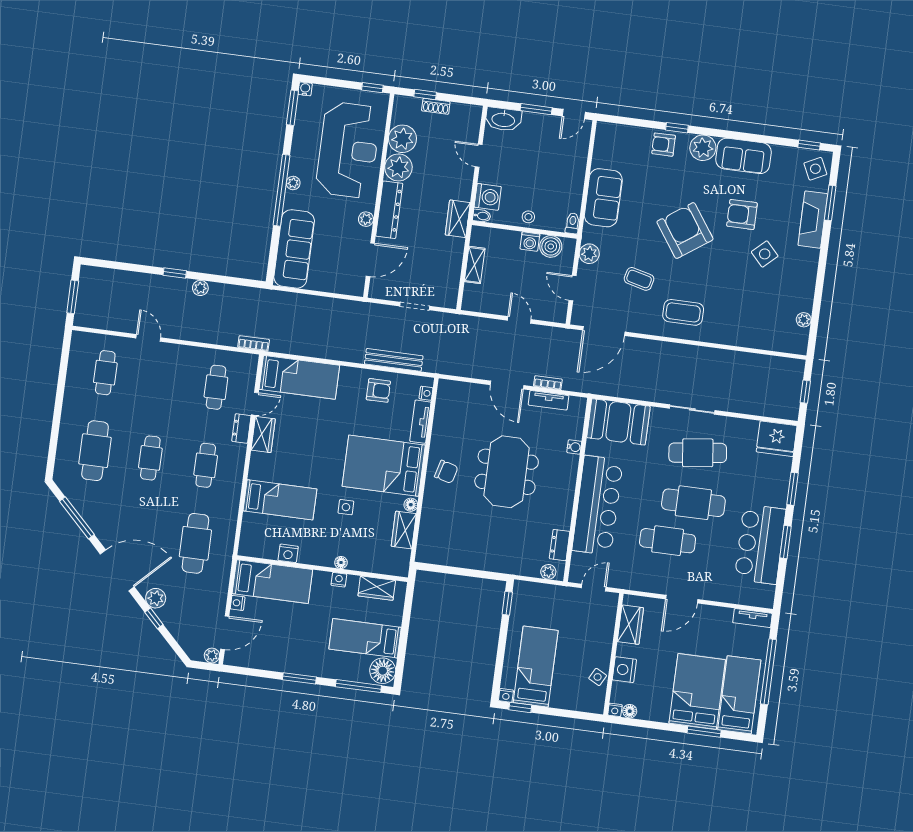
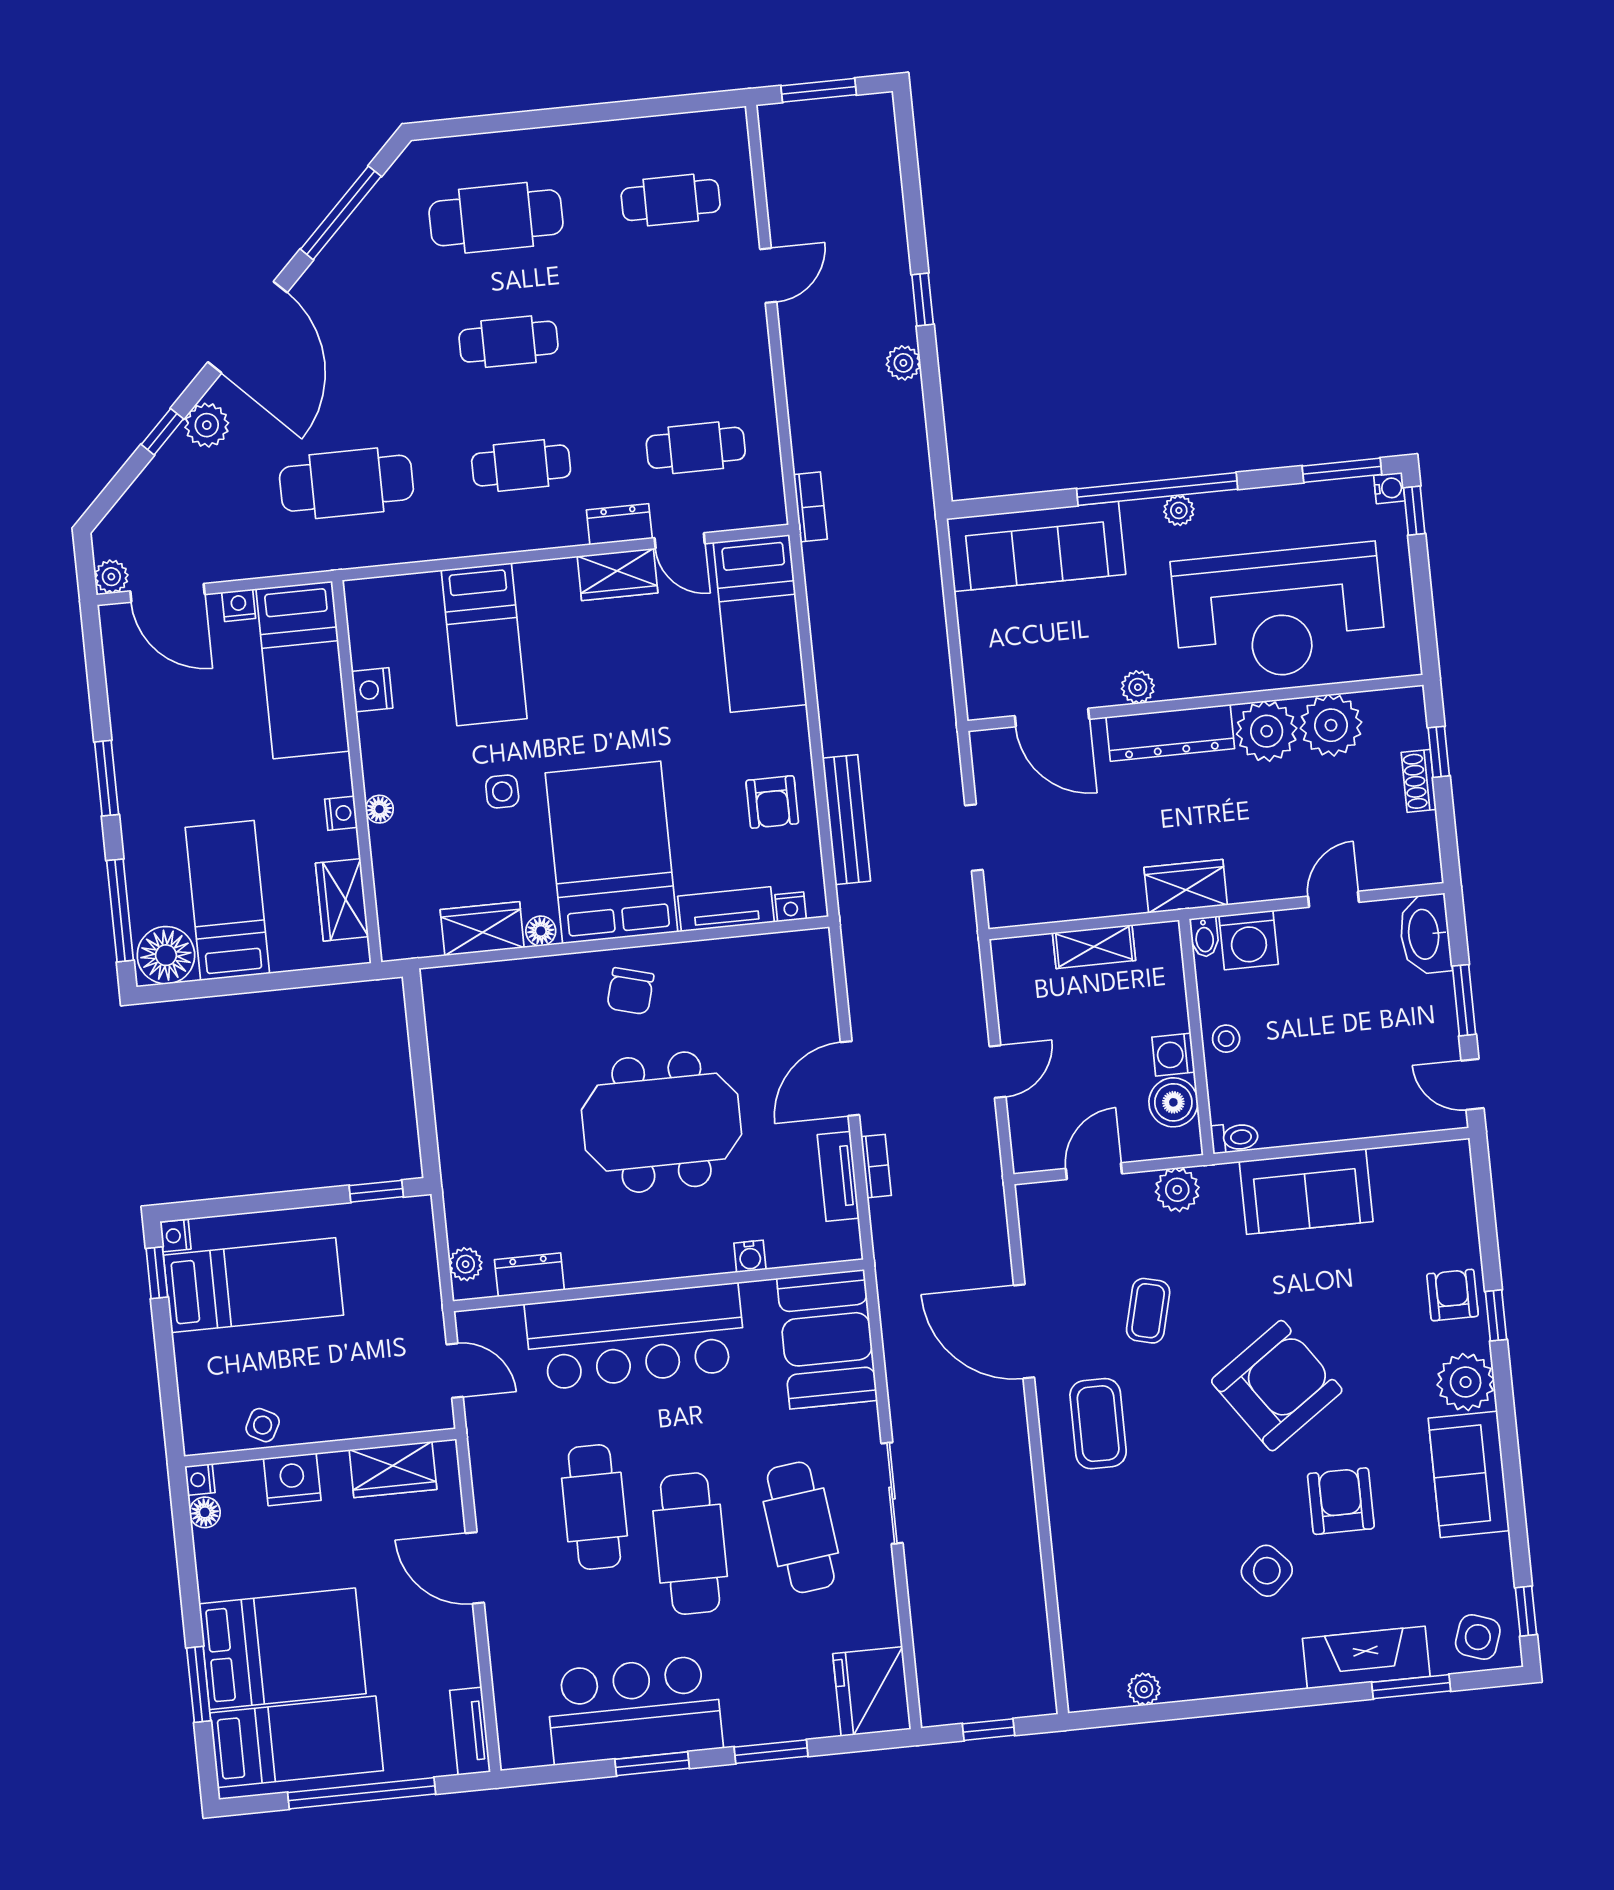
window: (372, 88) -> (1414, 511), moved
side table: (815, 169) -> (1478, 1637), turned 45
door: (604, 331) -> (1024, 1331), moved

